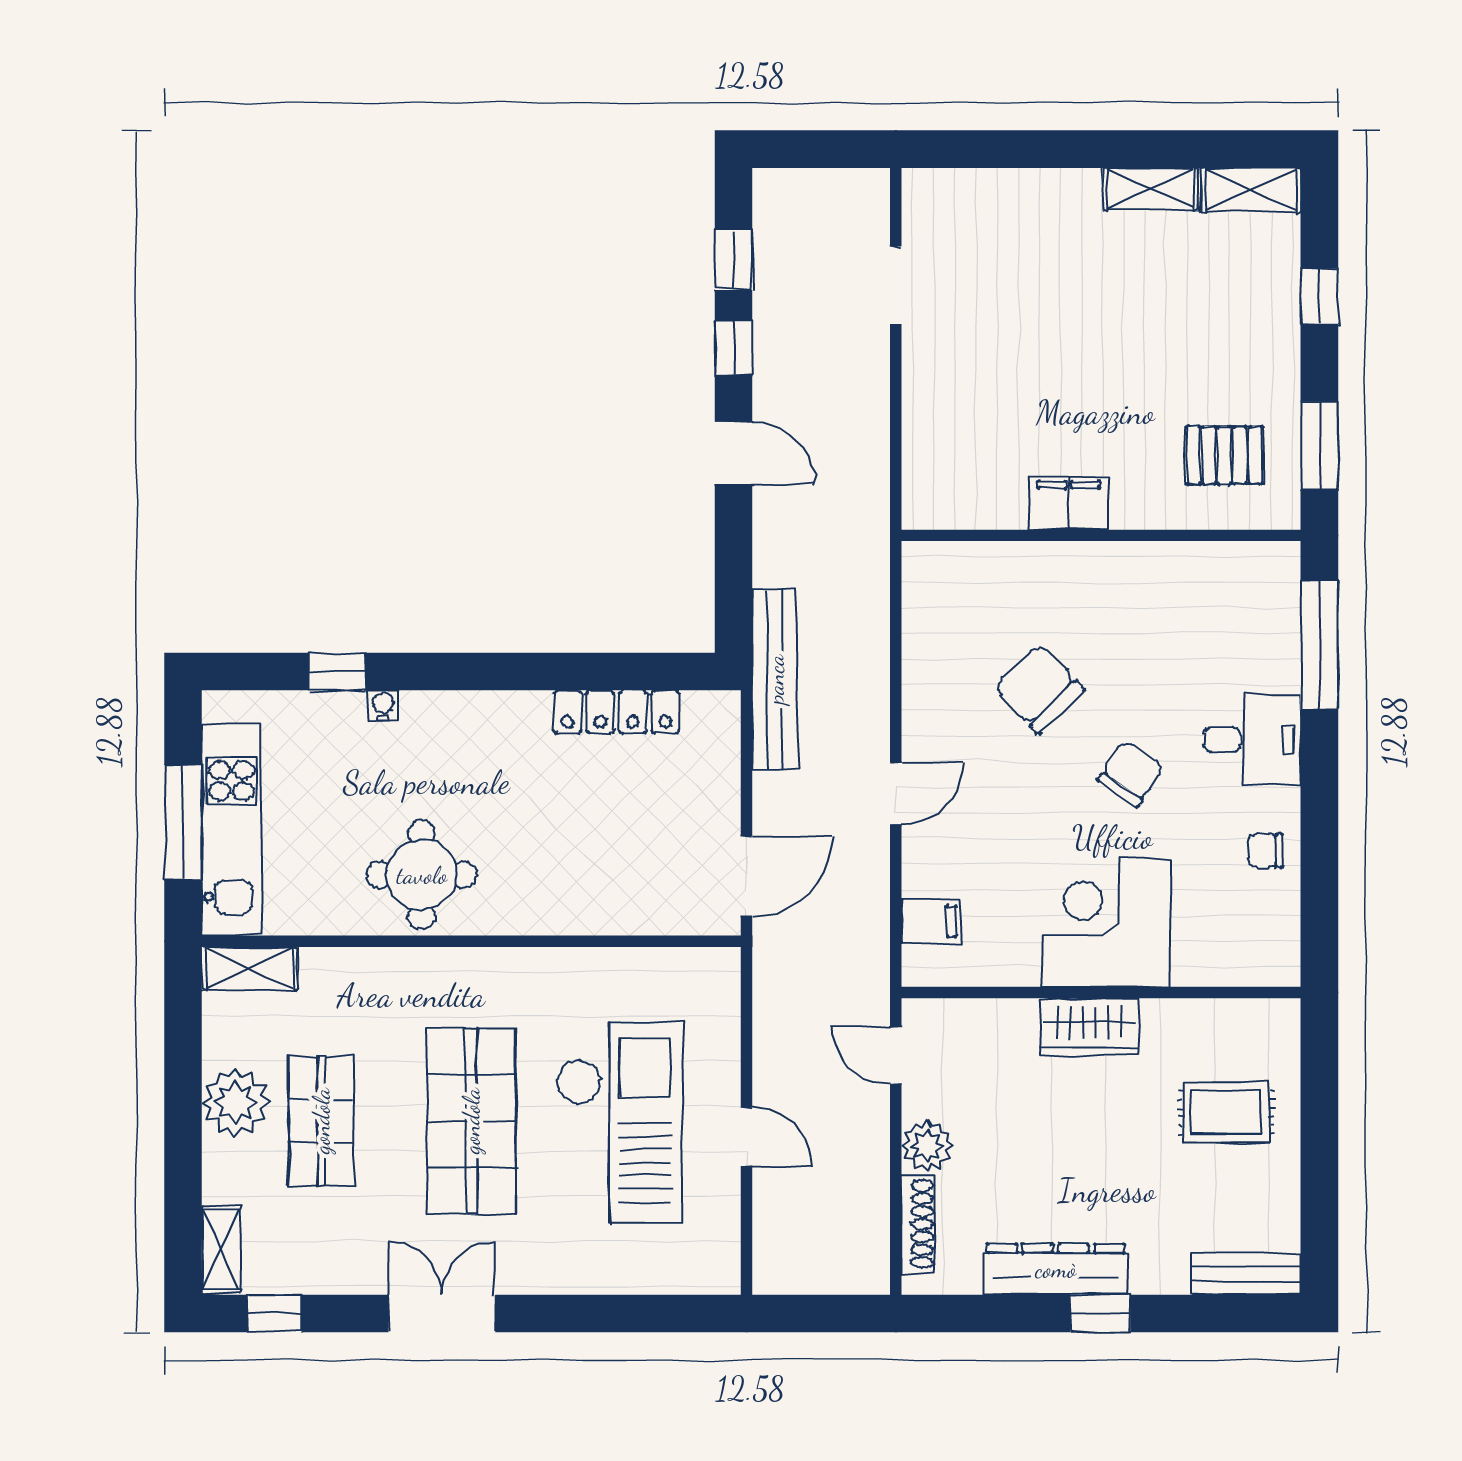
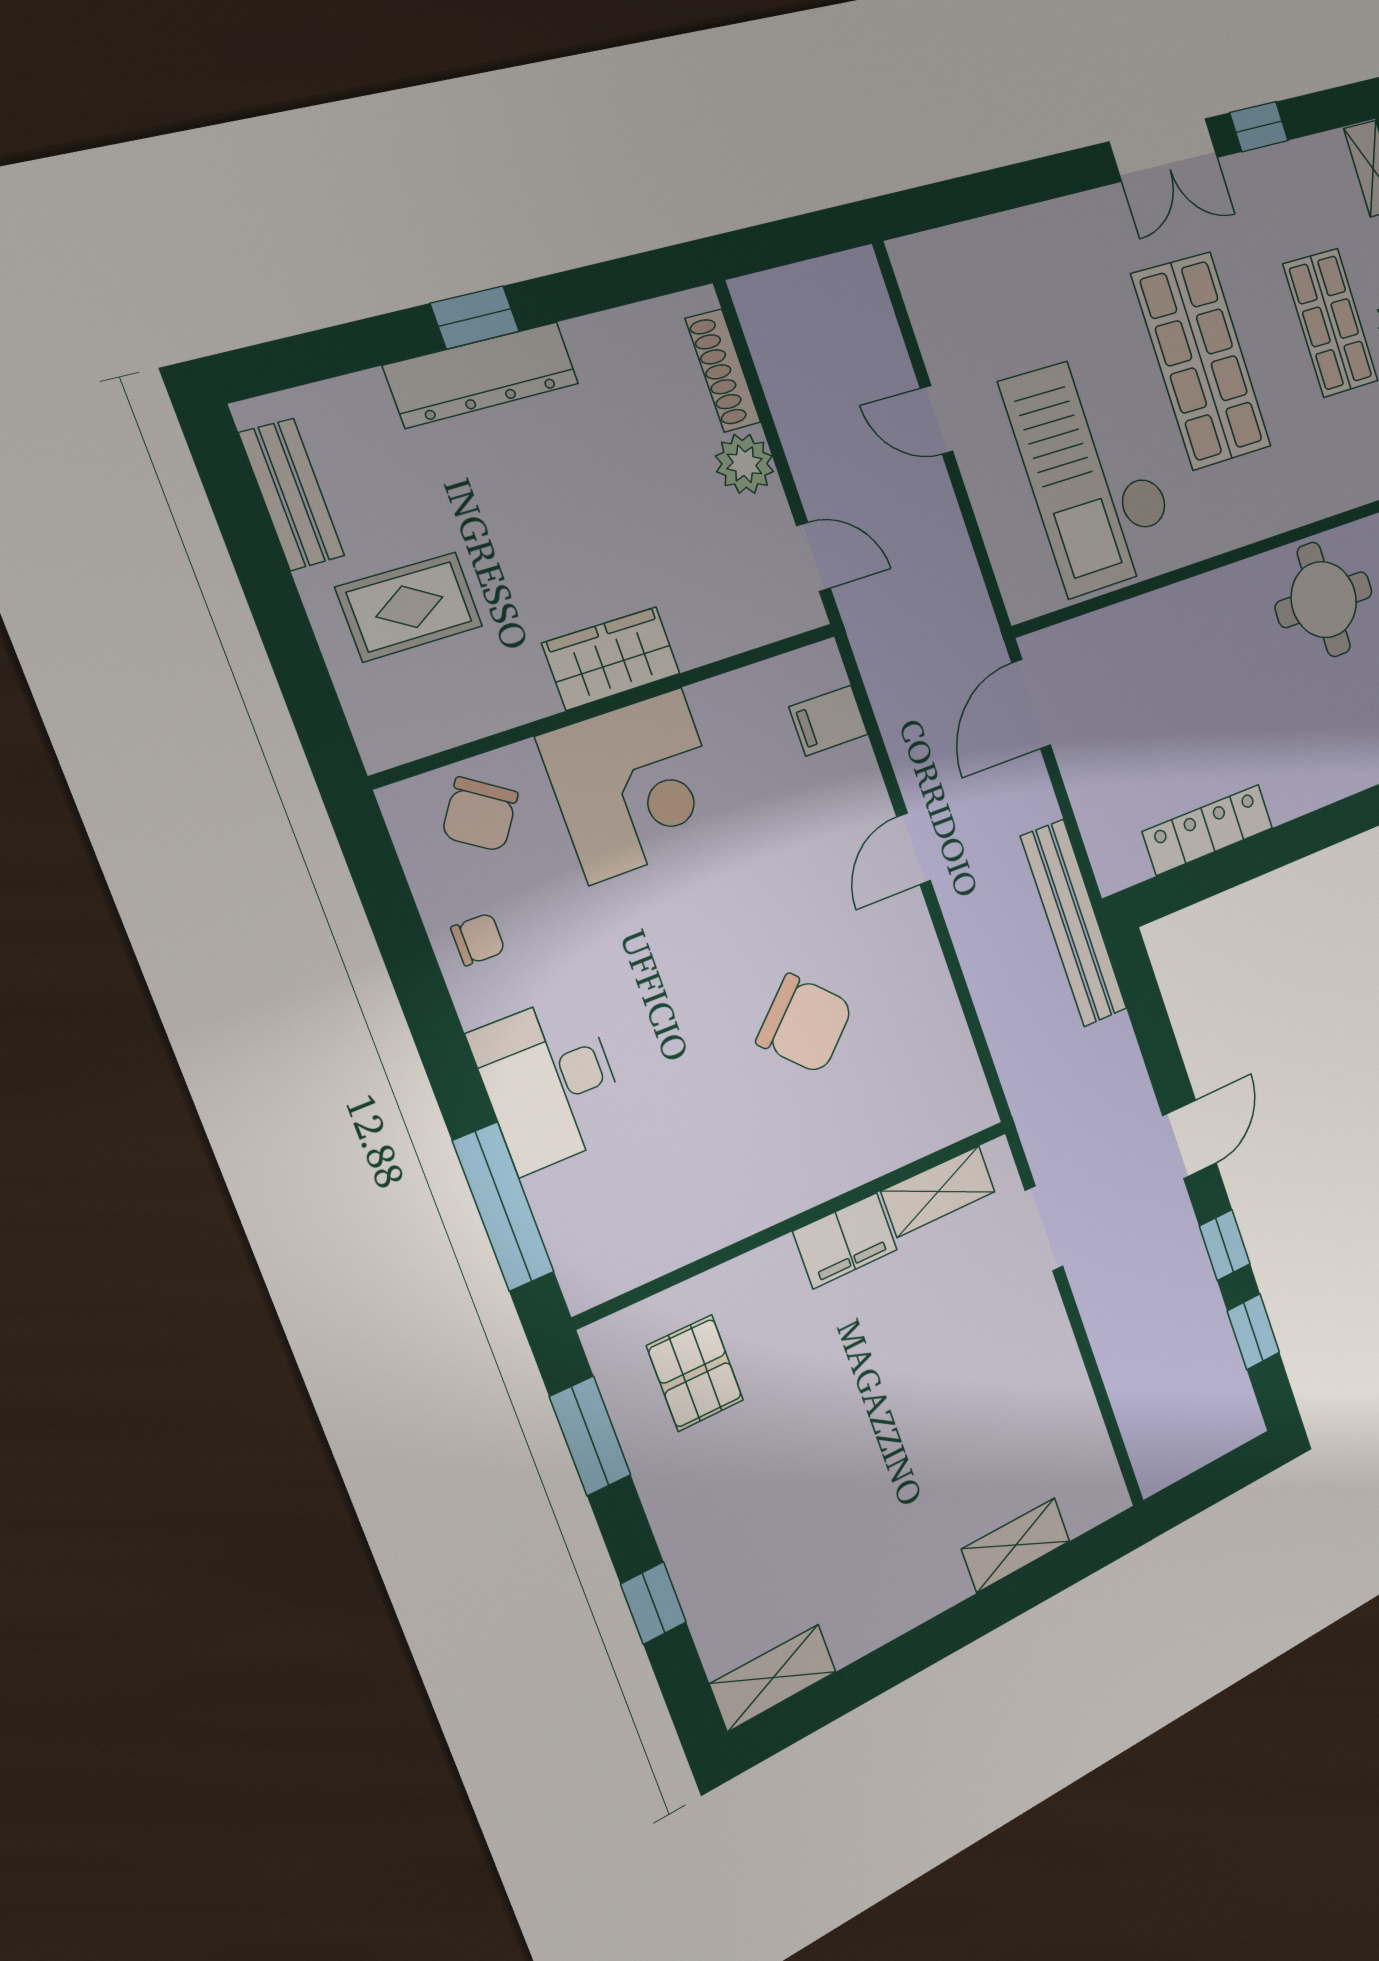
shelving: (1150, 189) -> (1016, 1545), moved
doorway: (896, 285) -> (1044, 1229), moved
door: (734, 453) -> (1190, 1139), swing flipped
pallet: (1225, 455) -> (695, 1373), turned 90
shelving: (977, 508) -> (938, 1191), added
desk: (1252, 740) -> (550, 1083), width x1.37
chair: (1131, 774) -> (480, 814), moved
checkout: (619, 1123) -> (1093, 472), moved
dresser: (1056, 1269) -> (482, 375), moved
bench: (1246, 1274) -> (292, 495), moved, turned 90
window: (274, 1313) -> (1259, 127), moved

